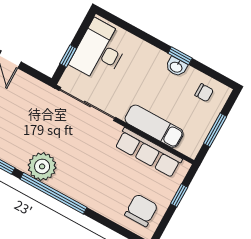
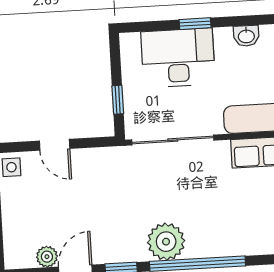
desk: (100, 51) -> (178, 58), moved, turned 90
window: (180, 56) -> (195, 24), moved

